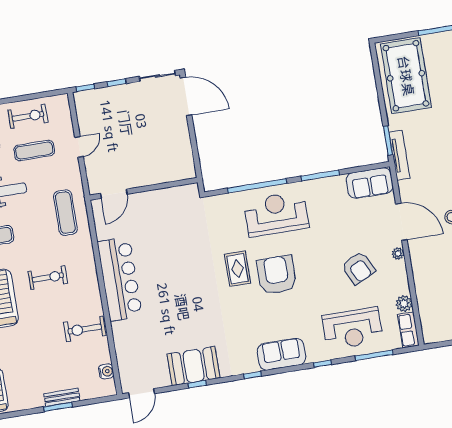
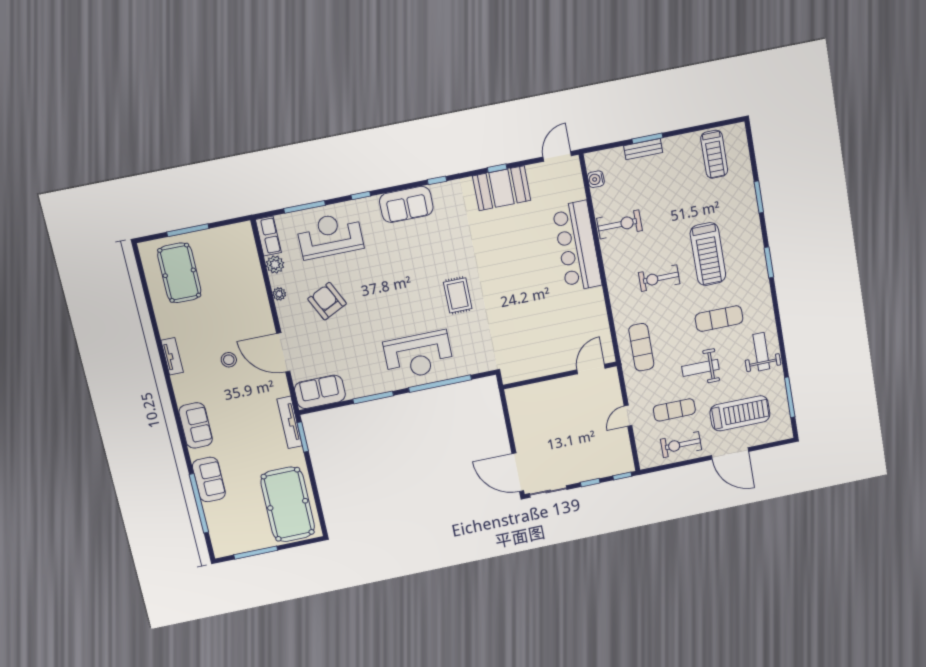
plant: (398, 254) -> (279, 294), moved
armchair: (277, 275) -> (415, 290), removed
bar counter: (120, 279) -> (577, 246), moved

